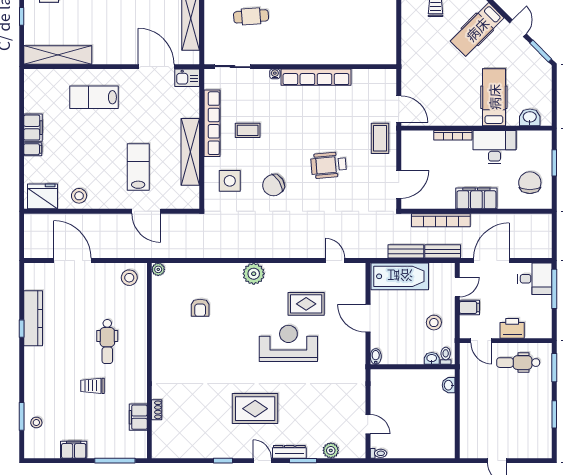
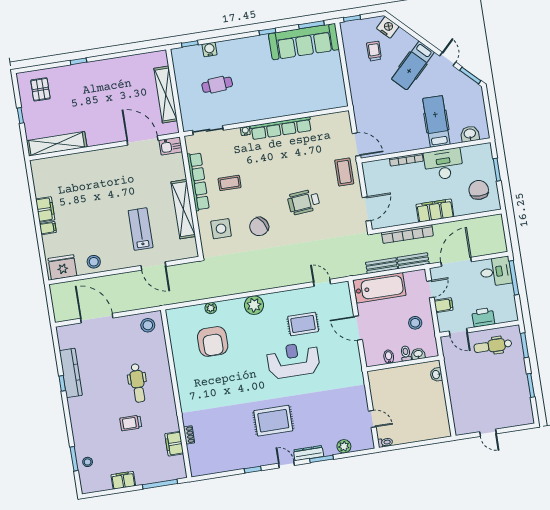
lab bench: (94, 97) -> (93, 175), removed
plant: (158, 269) -> (211, 308), moved
armchair: (200, 308) -> (213, 341), width x1.88, depth x1.88
bidet: (376, 356) -> (389, 357), moved
toilet: (446, 356) -> (406, 353), moved

